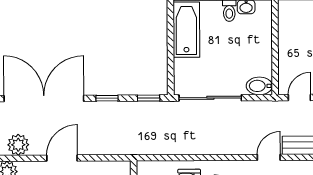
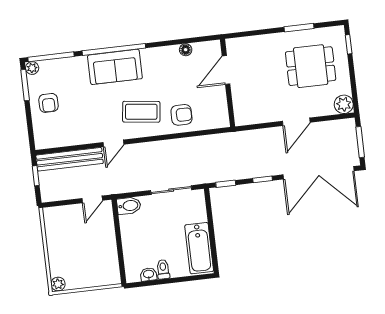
sliding door: (210, 98) -> (171, 190), width x0.73
plant: (18, 145) -> (336, 129), removed

